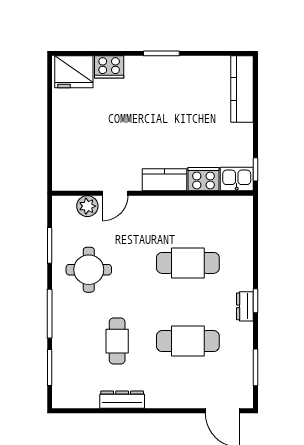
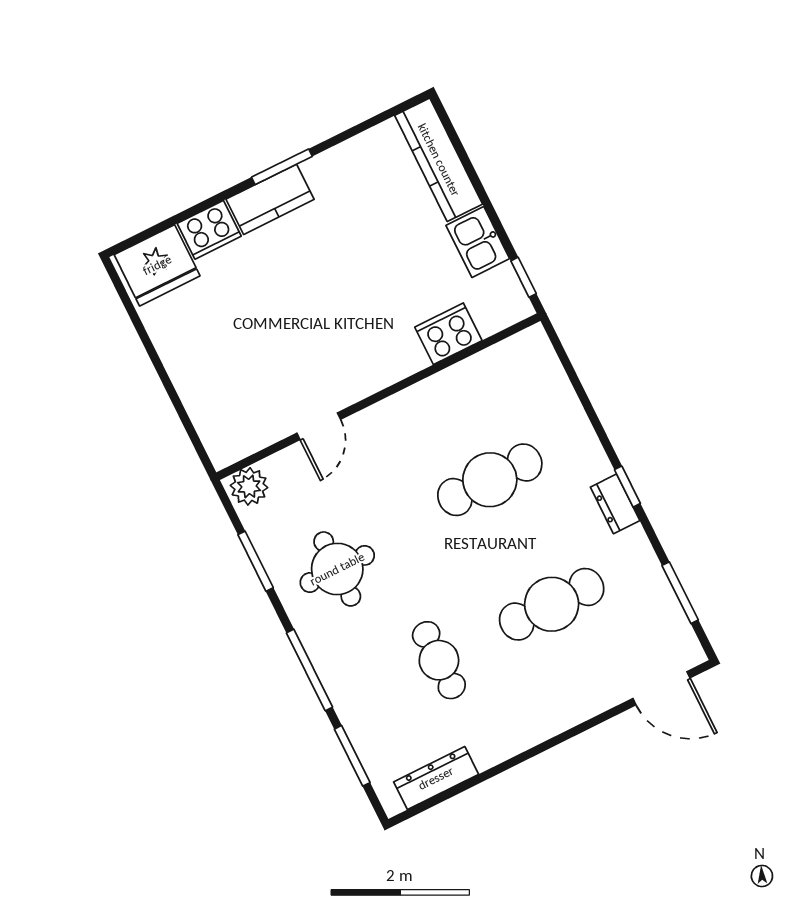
kitchen sink: (237, 179) -> (478, 242), moved, turned -90
kitchen counter: (164, 180) -> (270, 199), moved, turned 180
plant: (87, 206) -> (249, 486), moved
dresser: (122, 400) -> (436, 778), moved

